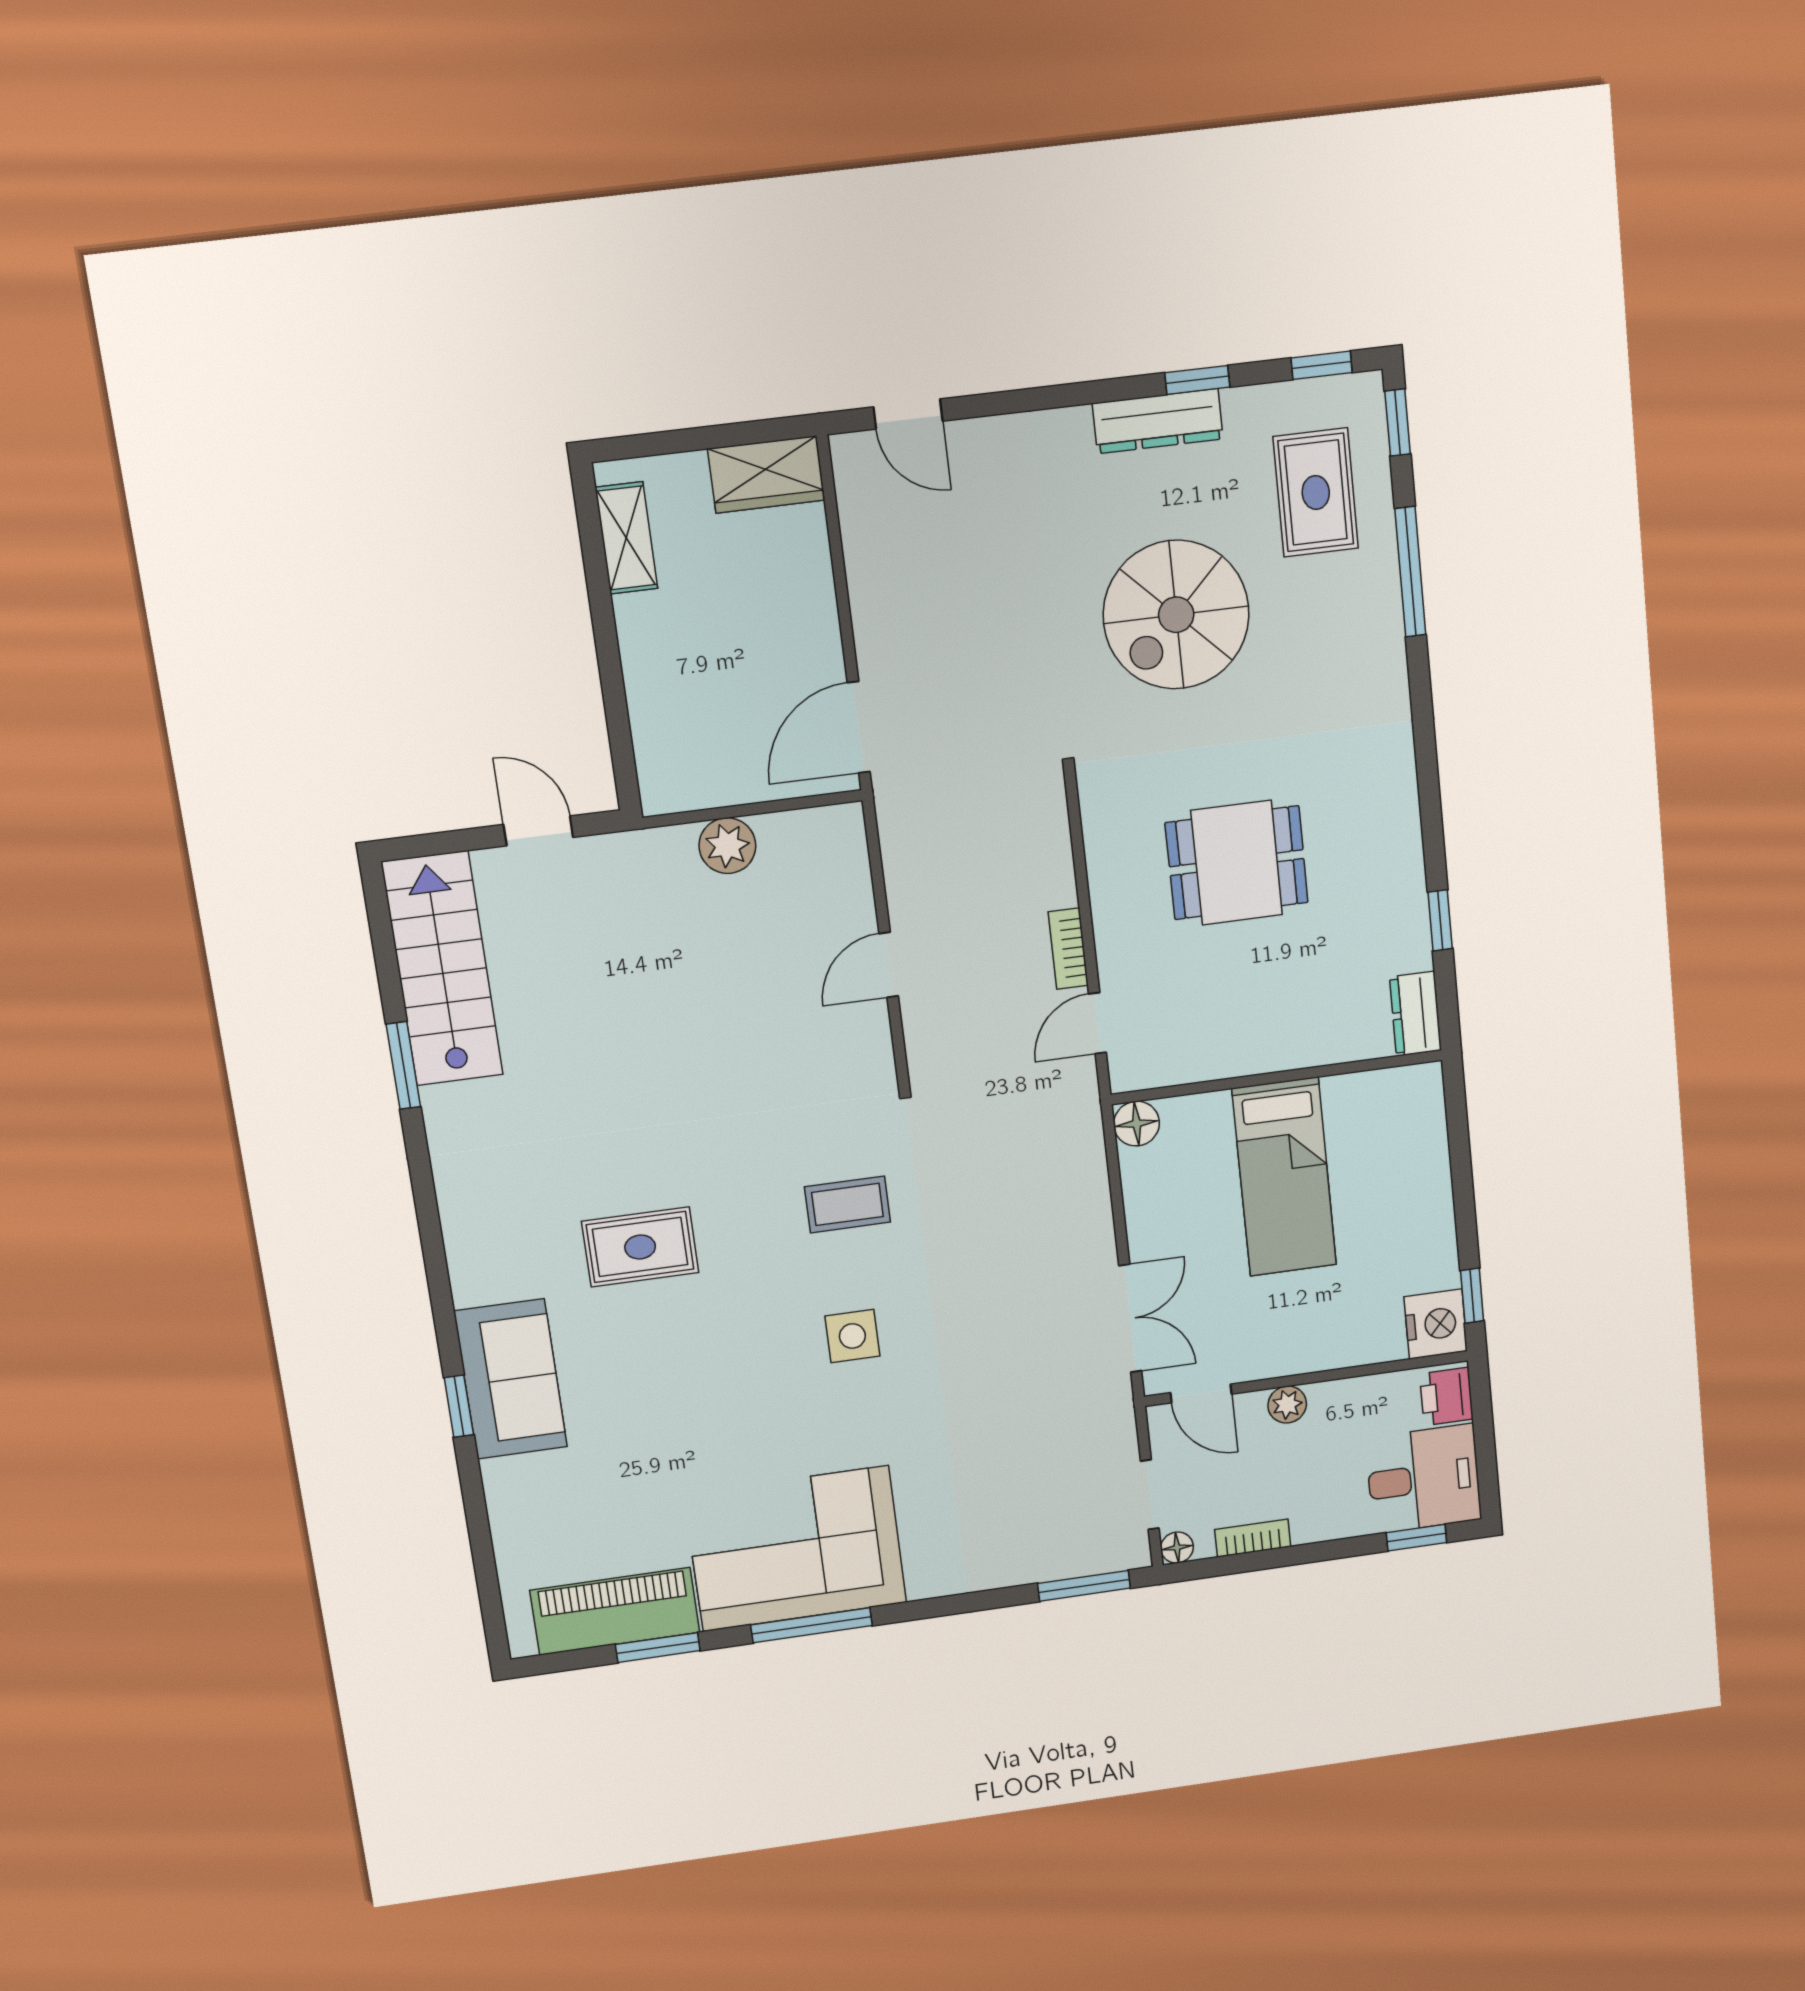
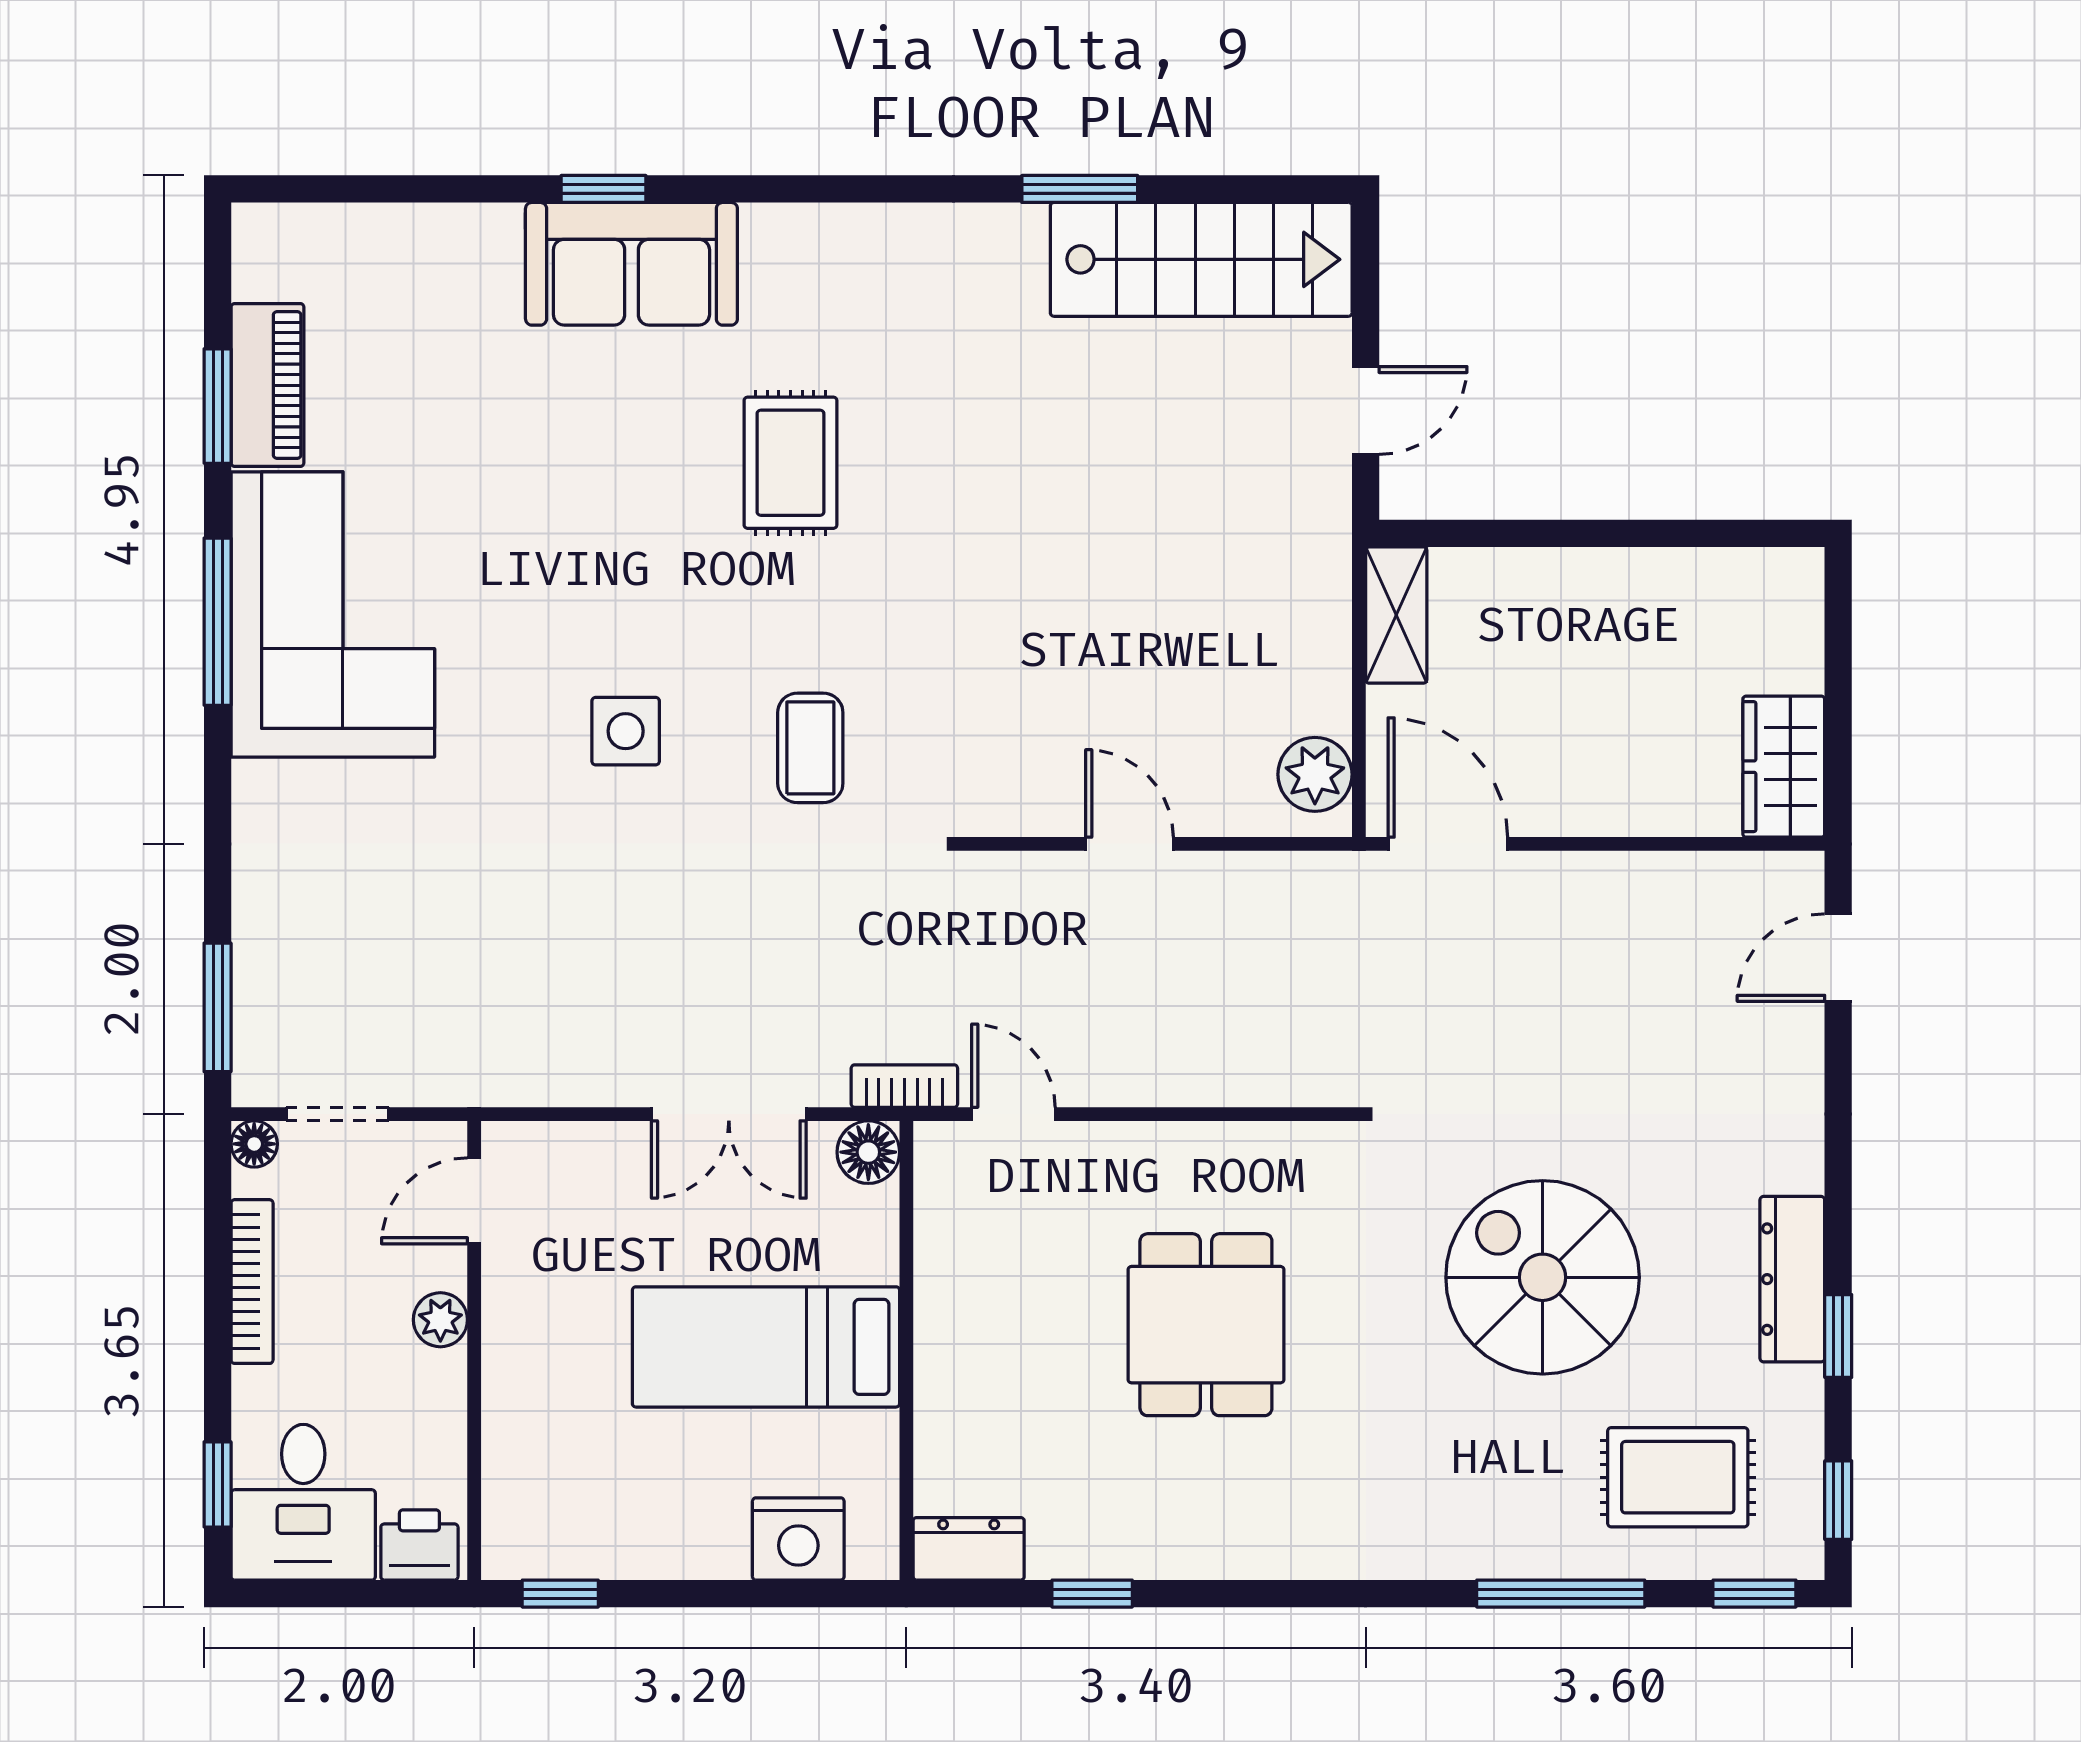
shelving: (626, 538) -> (1396, 615), moved, turned 90
plant: (727, 846) -> (1315, 774), moved
bookcase: (1068, 949) -> (904, 1086), moved
double door: (1130, 1318) -> (729, 1114), moved
nightstand: (1436, 1324) -> (798, 1539), moved
bookcase: (1253, 1538) -> (252, 1282), width x1.56
piano: (615, 1611) -> (267, 385), width x0.73, depth x0.75

